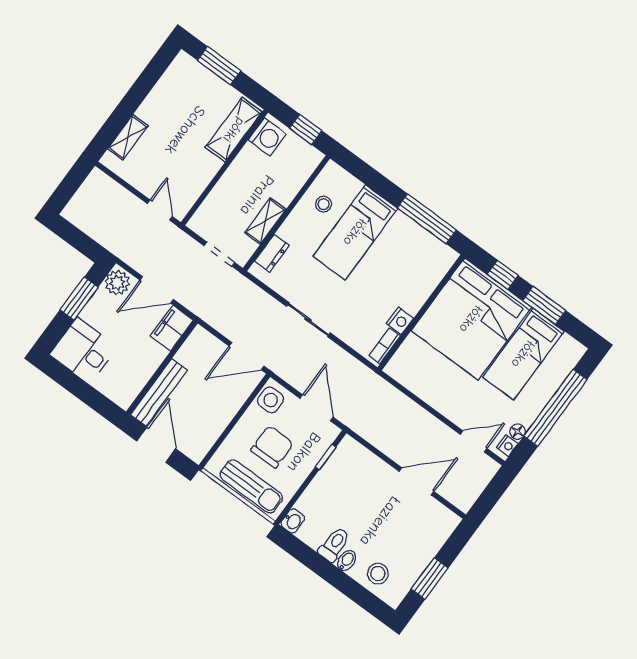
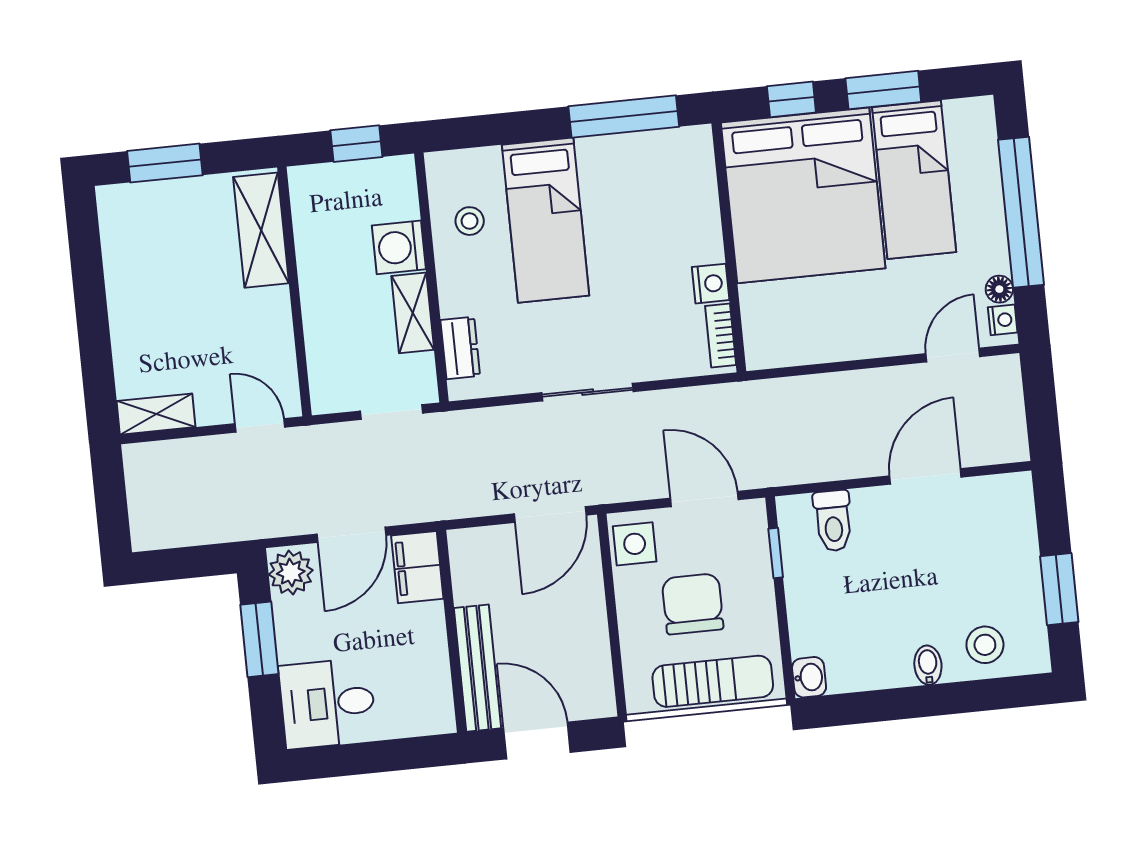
shelving: (128, 137) -> (156, 414), moved, turned 90
washing machine: (267, 137) -> (399, 247), moved, turned 180
toilet: (334, 544) -> (833, 521), moved, turned 180

